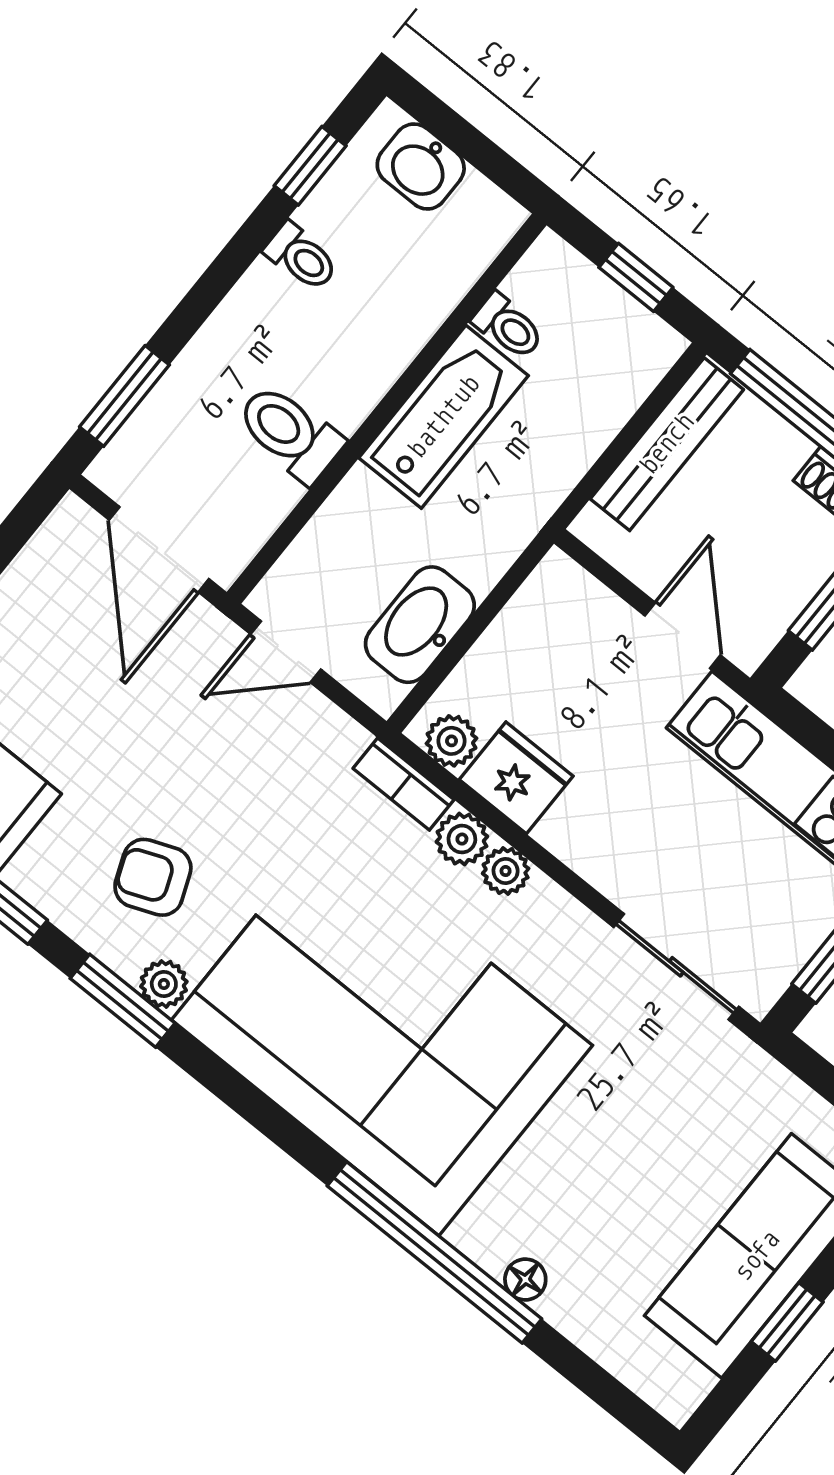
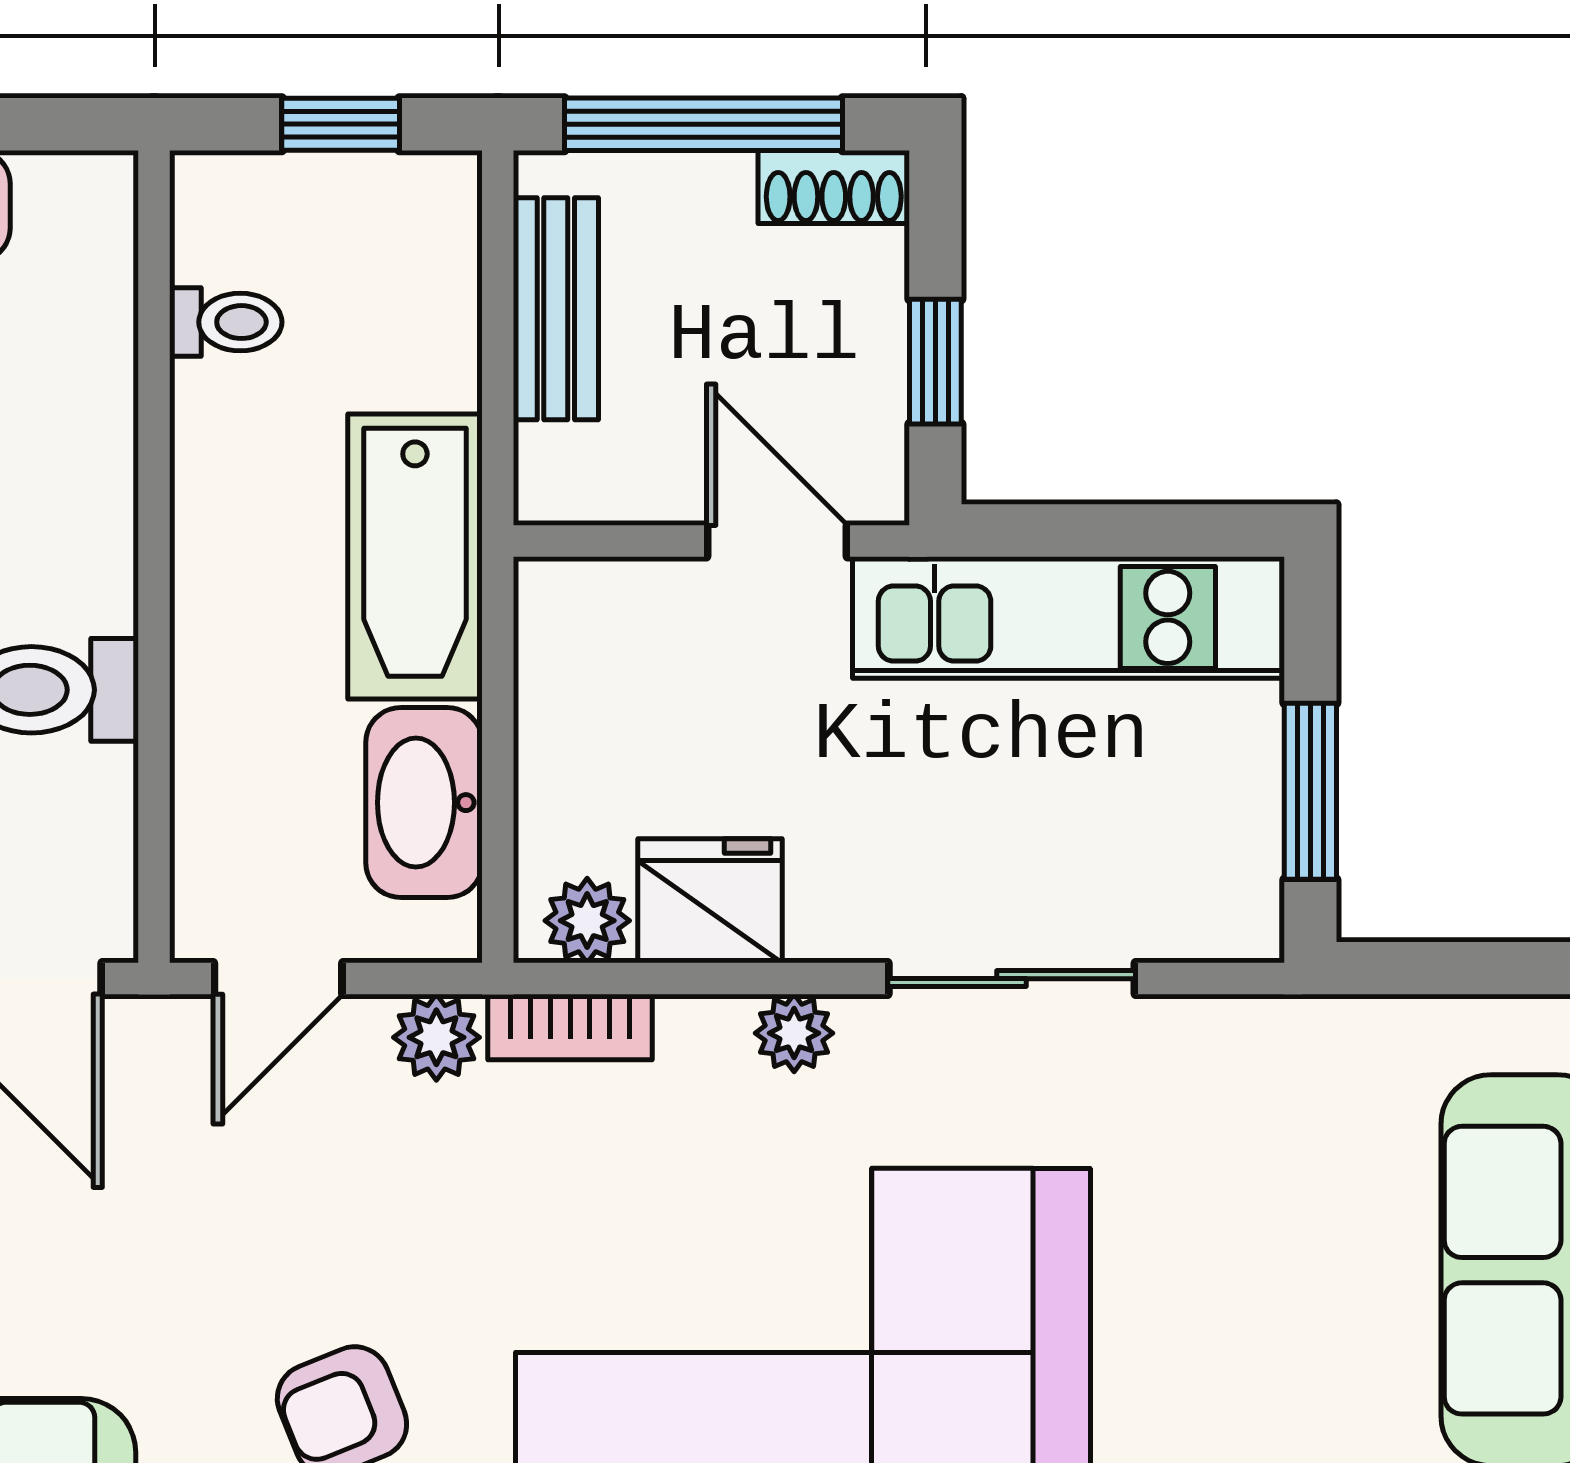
bathtub: (444, 417) -> (415, 557), moved, turned 180
bench: (667, 444) -> (556, 309), width x0.73
plant: (462, 839) -> (436, 1037), moved
sliding door: (676, 967) -> (1012, 979), moved

